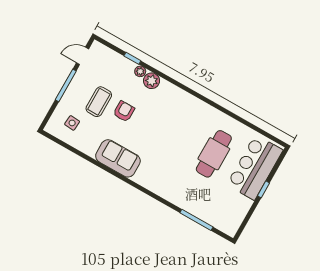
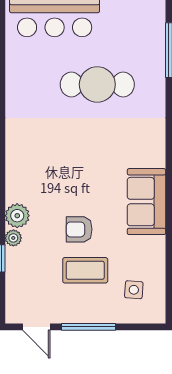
cafe table: (214, 154) -> (97, 84), moved

